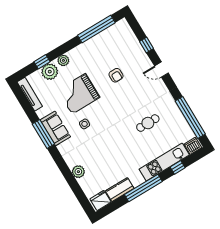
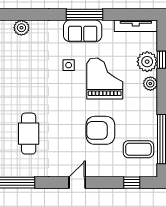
coffee table: (113, 41) -> (138, 149), added
window: (147, 45) -> (132, 183), moved
armchair: (116, 75) -> (100, 130), width x1.88, depth x1.88
cafe table: (148, 123) -> (29, 134), width x1.37, depth x1.35

